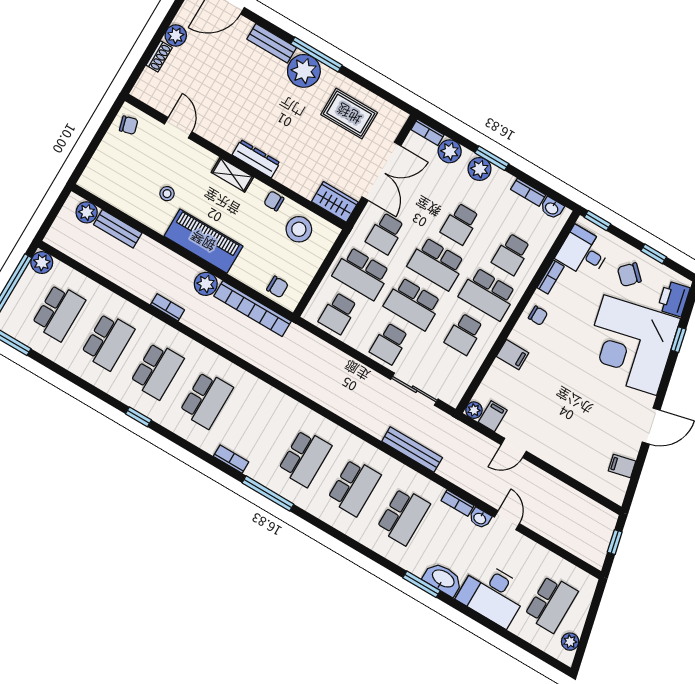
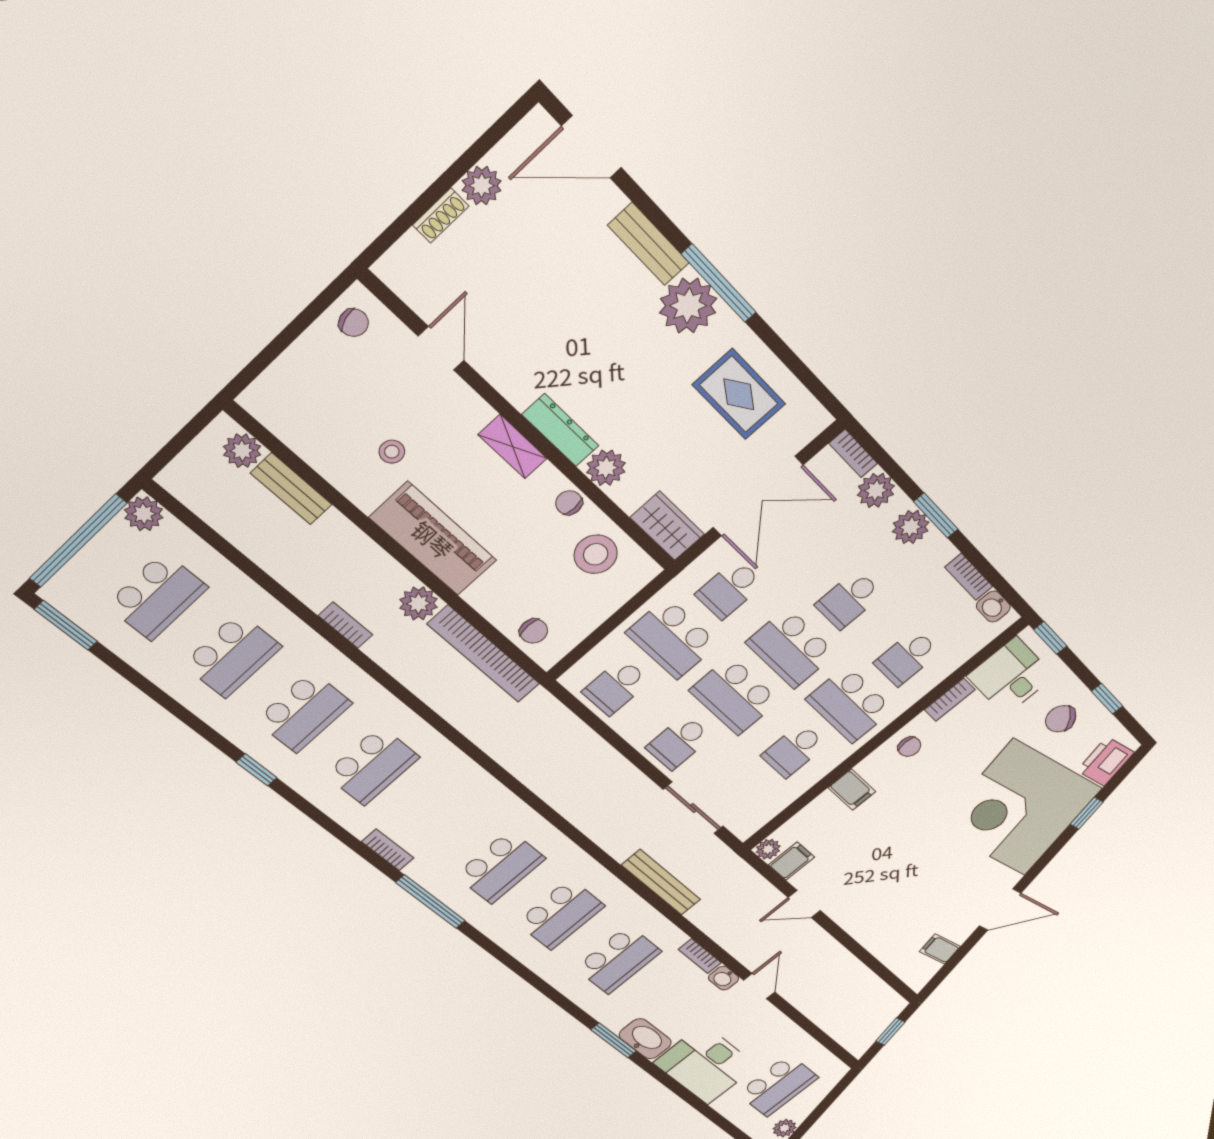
plant: (288, 175) -> (606, 468), added

